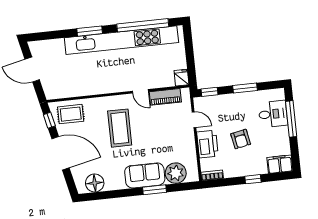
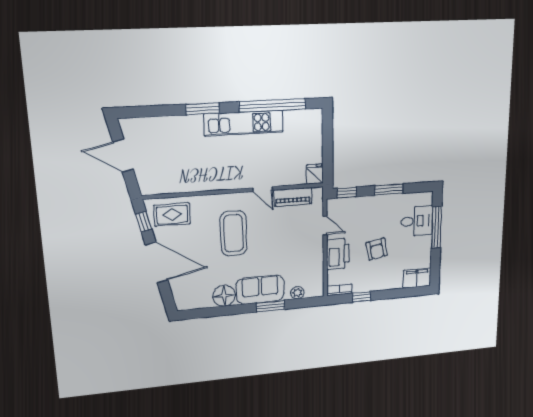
kitchen unit: (121, 40) -> (244, 123), width x0.54
plant: (176, 173) -> (297, 293), width x0.53, depth x0.53
window: (253, 179) -> (361, 297), moved
floor lamp: (95, 183) -> (224, 296), moved

